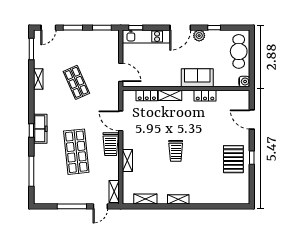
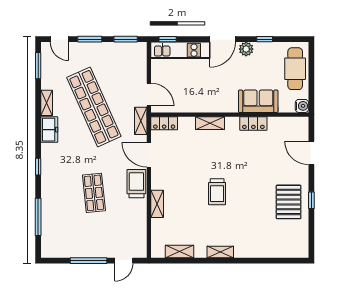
door: (48, 28) -> (59, 39), hinge flipped
sofa: (197, 78) -> (258, 101), moved
shop shelf: (76, 82) -> (94, 107), width x2.00, depth x1.36
locker: (147, 96) -> (164, 123), moved
freezer: (40, 129) -> (49, 130), moved, width x0.71
trolley: (111, 144) -> (136, 184), turned 180
shop shelf: (76, 152) -> (94, 193), width x0.70, depth x0.74
shelving: (114, 192) -> (141, 121), moved

